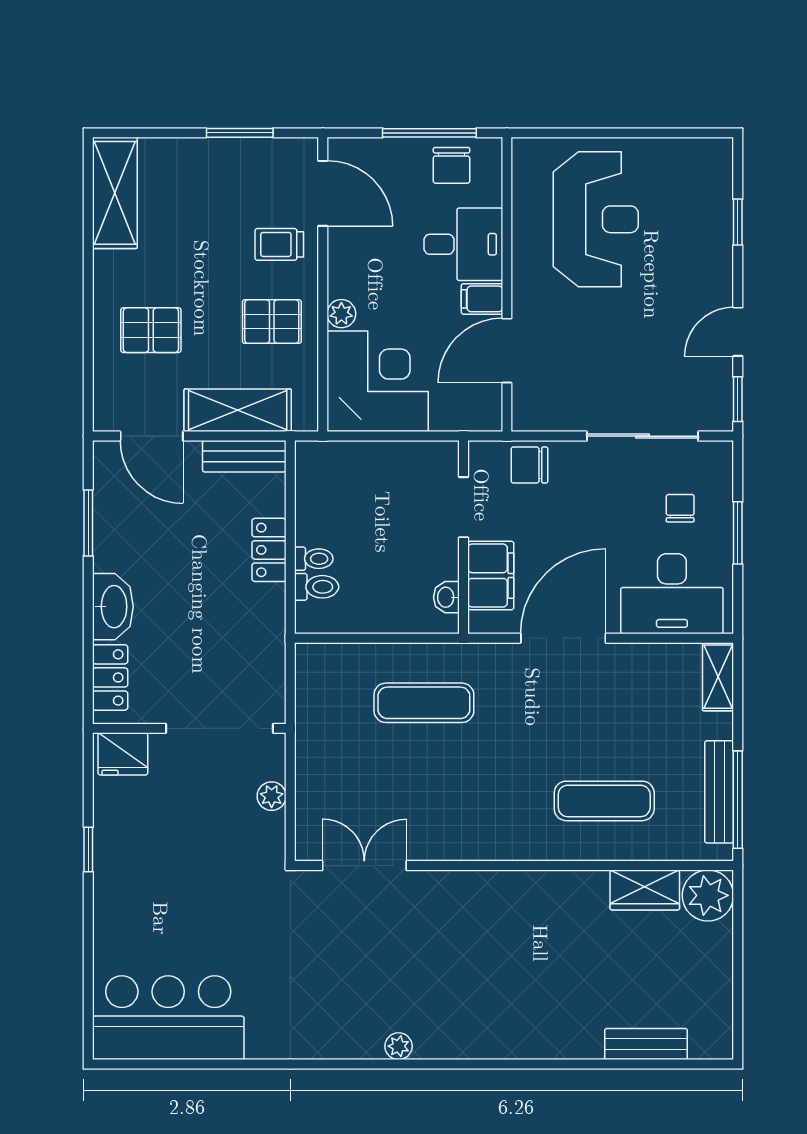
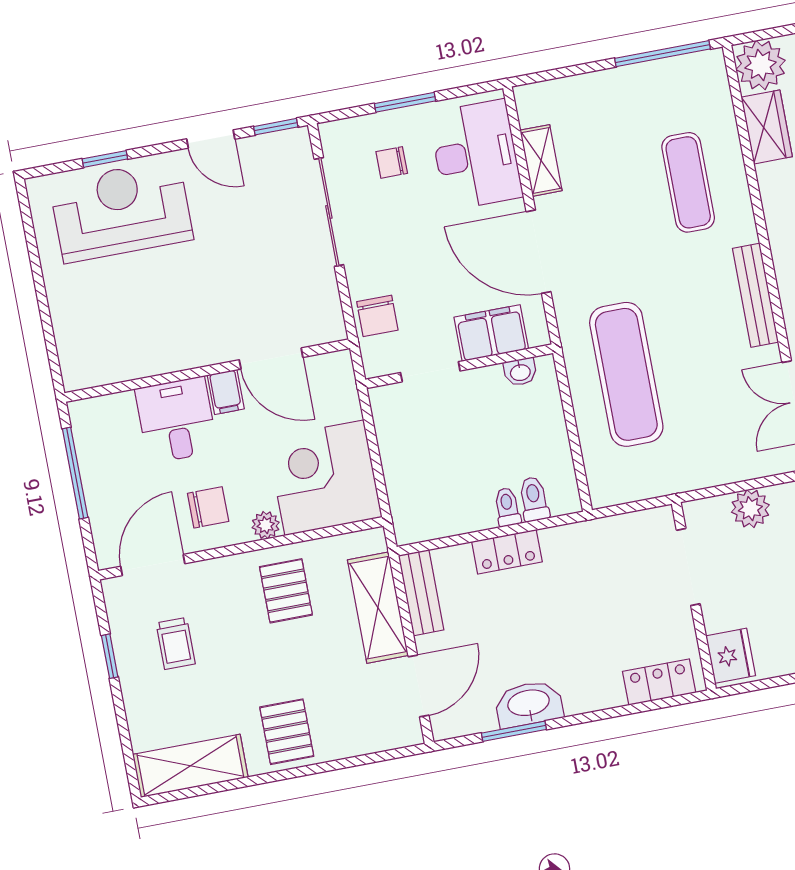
window: (240, 133) -> (110, 656), width x0.67
chair: (451, 165) -> (208, 507), moved
reception desk: (596, 219) -> (121, 211), moved
trolley: (279, 244) -> (176, 643), moved
pallet: (151, 330) -> (287, 732), moved
washbasin: (113, 607) -> (529, 704), moved
shelving: (718, 677) -> (541, 160), moved, turned 90
exercise mat: (424, 703) -> (626, 374), width x1.36, depth x1.45
doorway: (220, 728) -> (688, 567), width x0.73
bench: (719, 792) -> (755, 295), moved, turned 90
plant: (272, 796) -> (750, 509), width x1.38, depth x1.38

